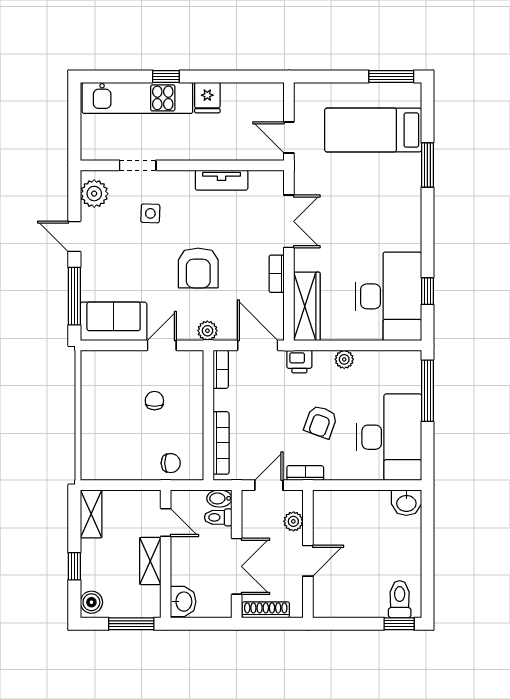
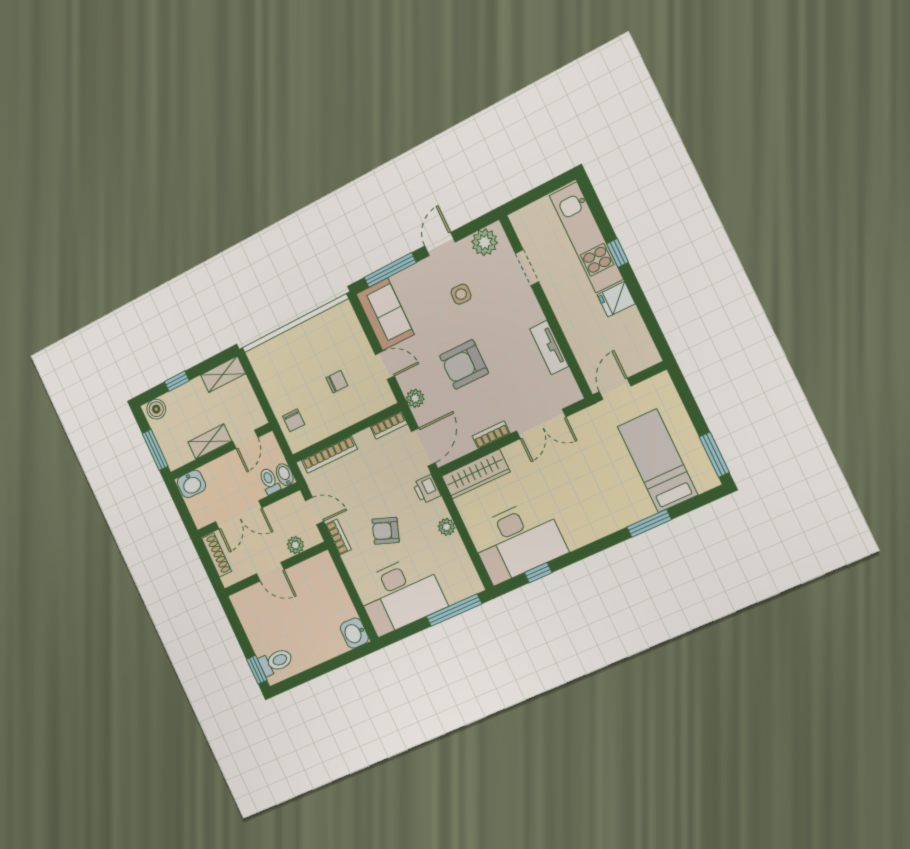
side table: (150, 213) -> (461, 294), moved

